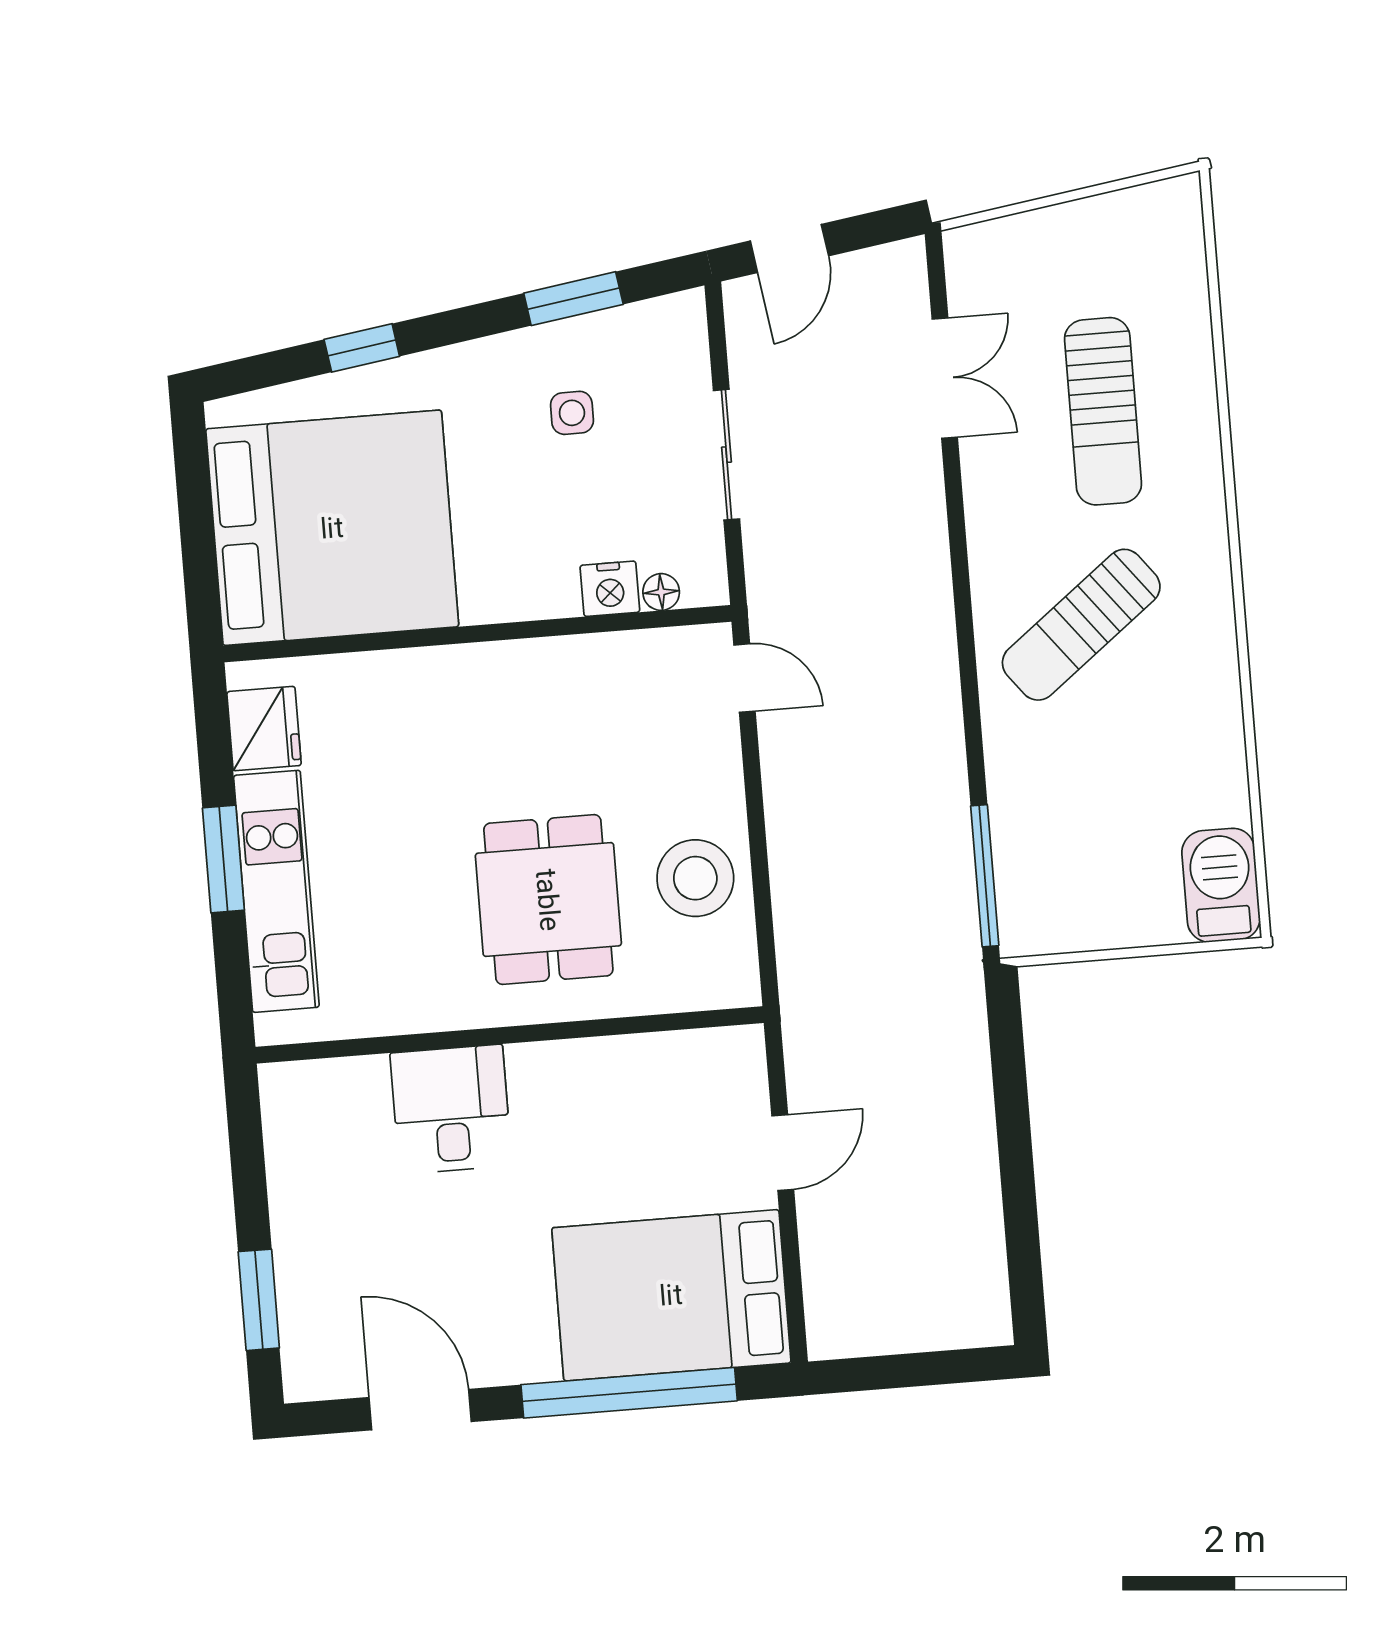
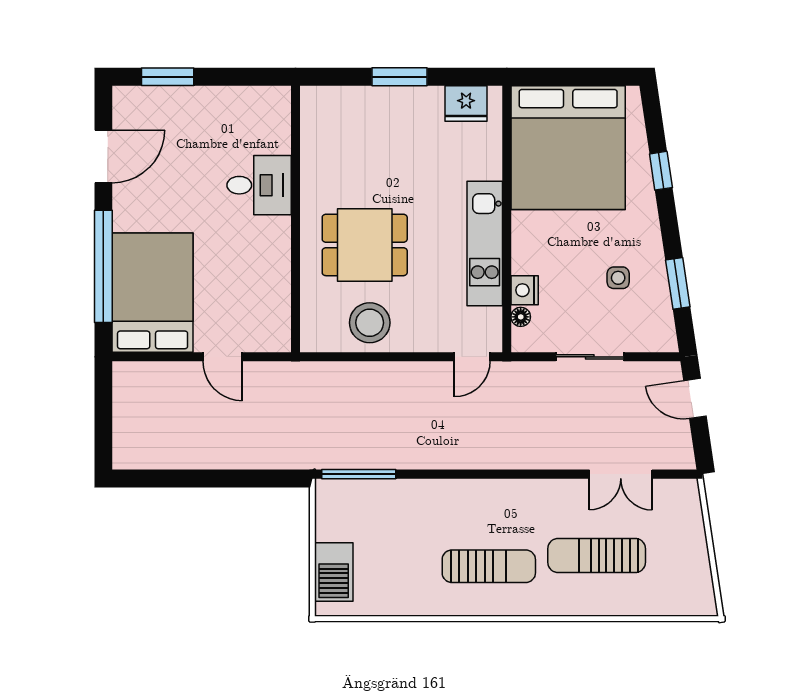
sun lounger: (1081, 625) -> (489, 566), moved, turned 128
barbecue: (1221, 885) -> (334, 572), moved, turned 90
kitchen unit: (276, 891) -> (485, 243), moved, turned 90

